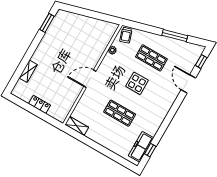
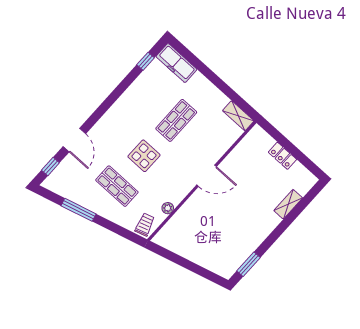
shop shelf: (120, 113) -> (176, 120), turned 90
freezer: (141, 147) -> (176, 63), moved, turned 90

